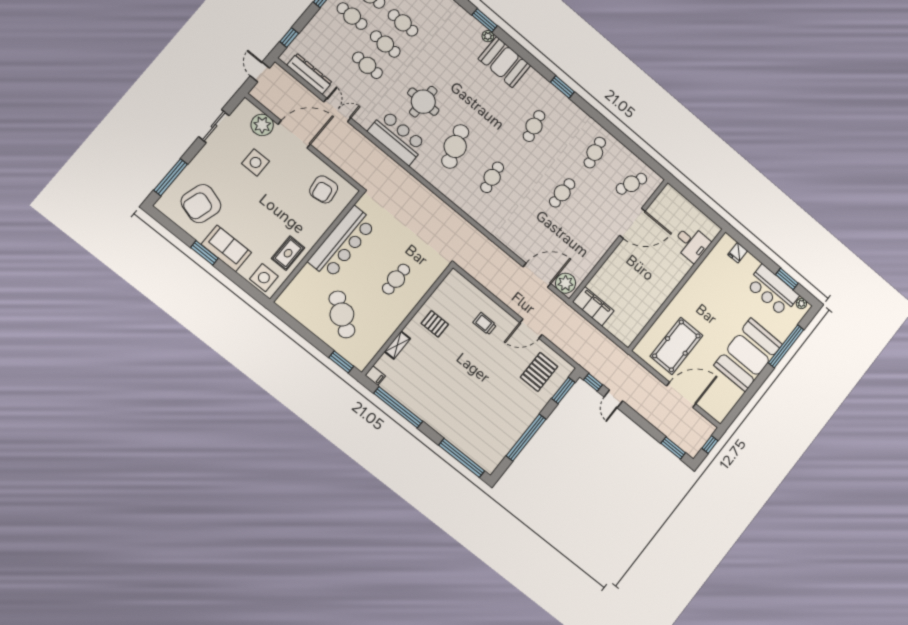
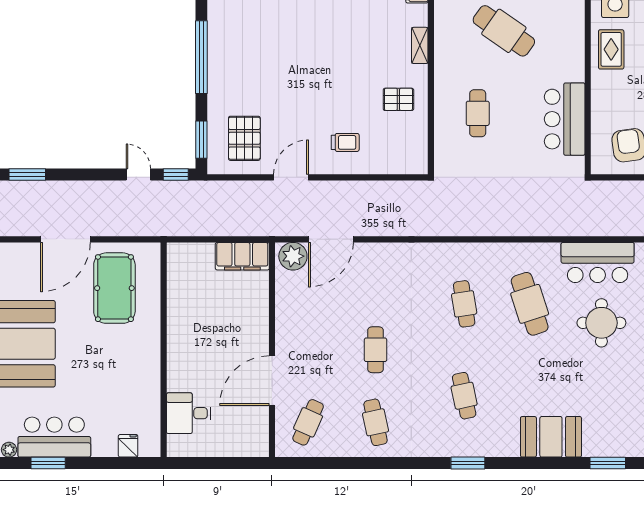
plant: (488, 36) -> (591, 449), removed
bar counter: (342, 243) -> (565, 119), width x0.73

